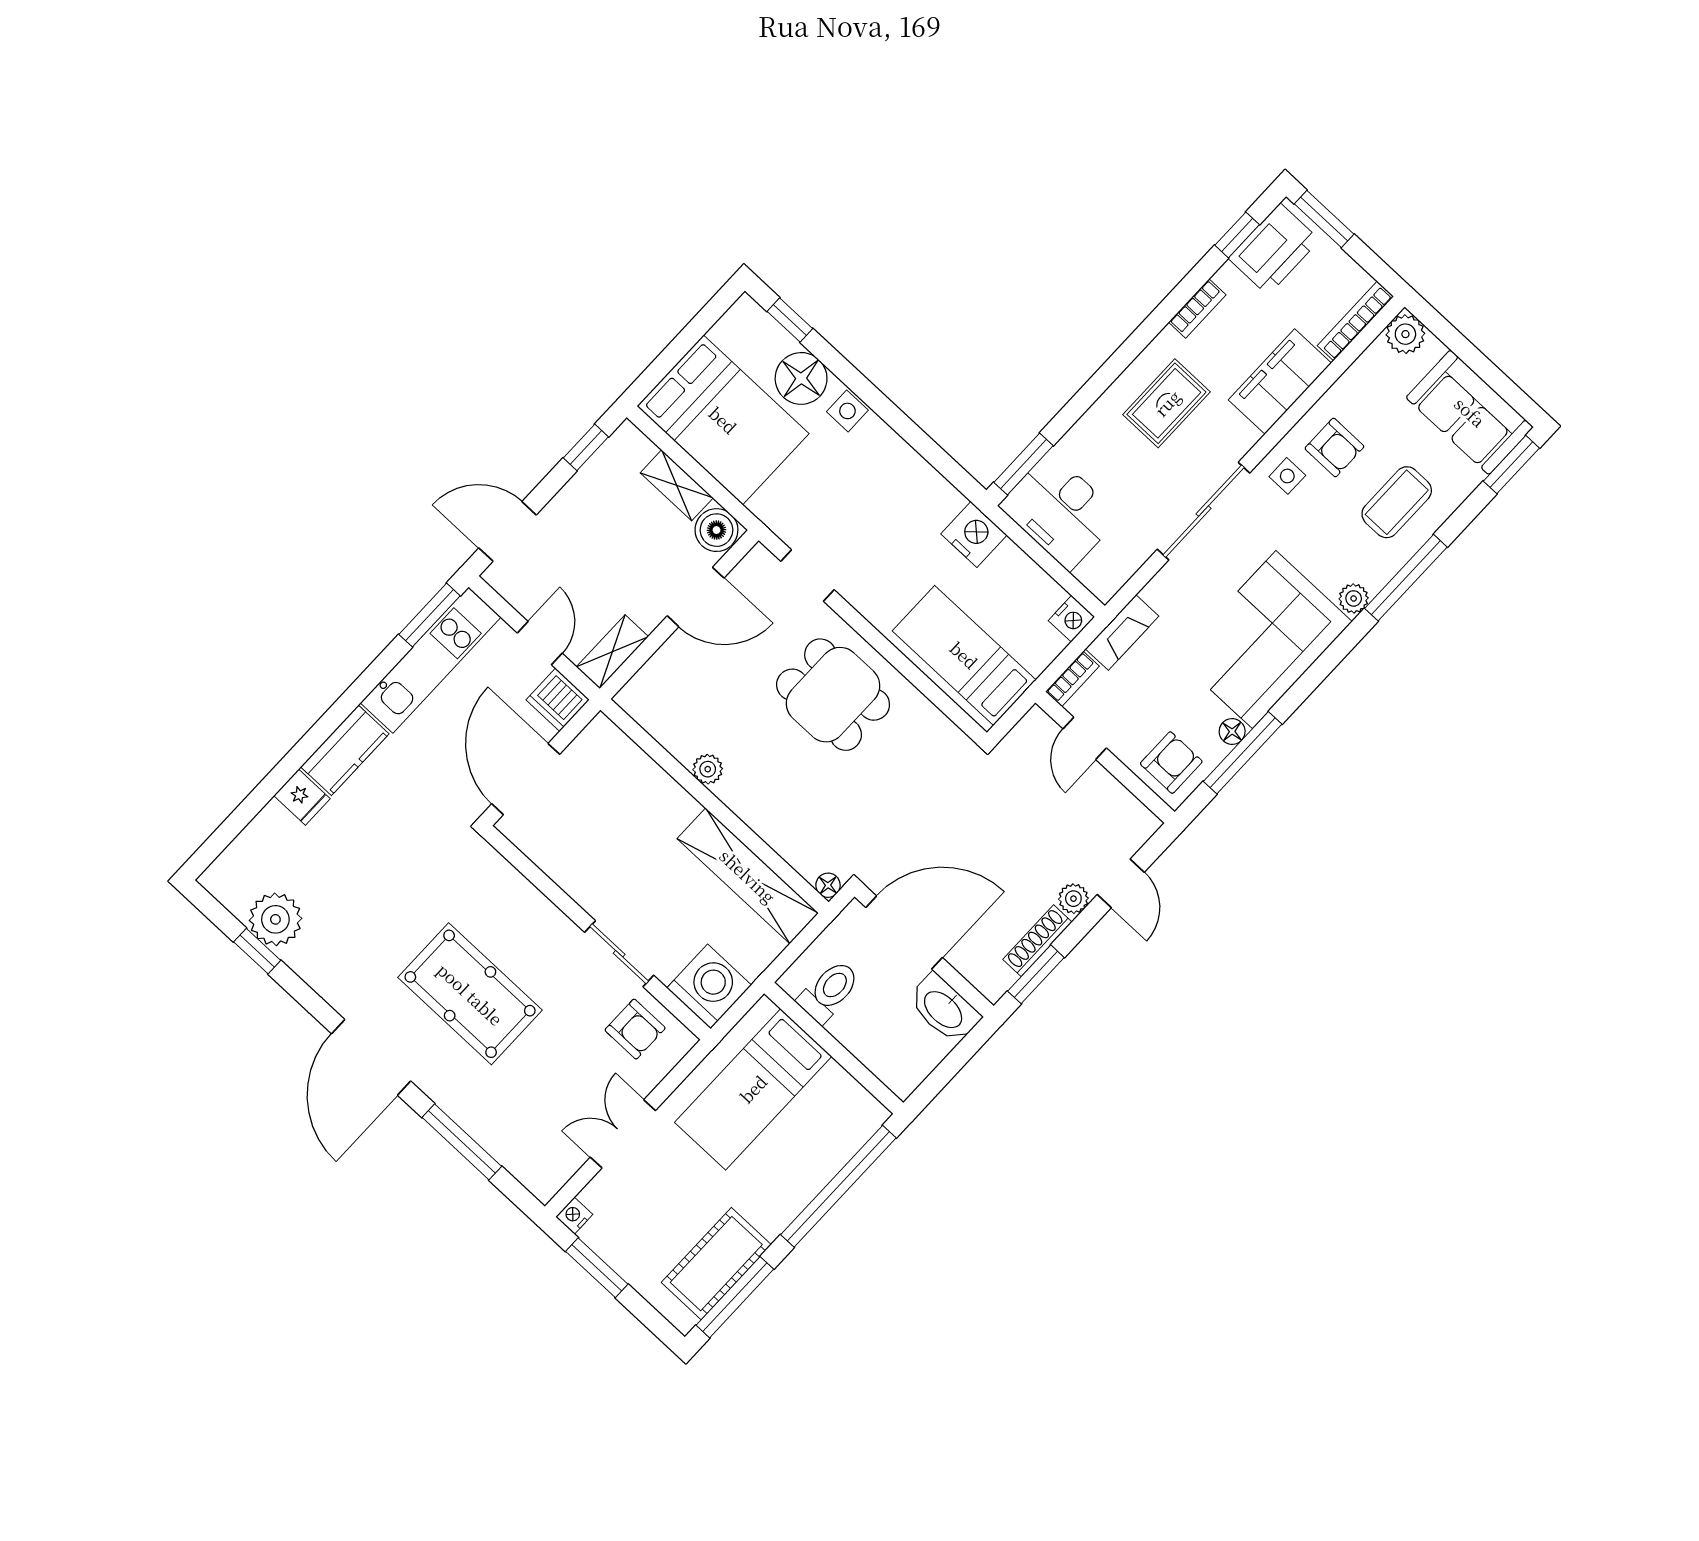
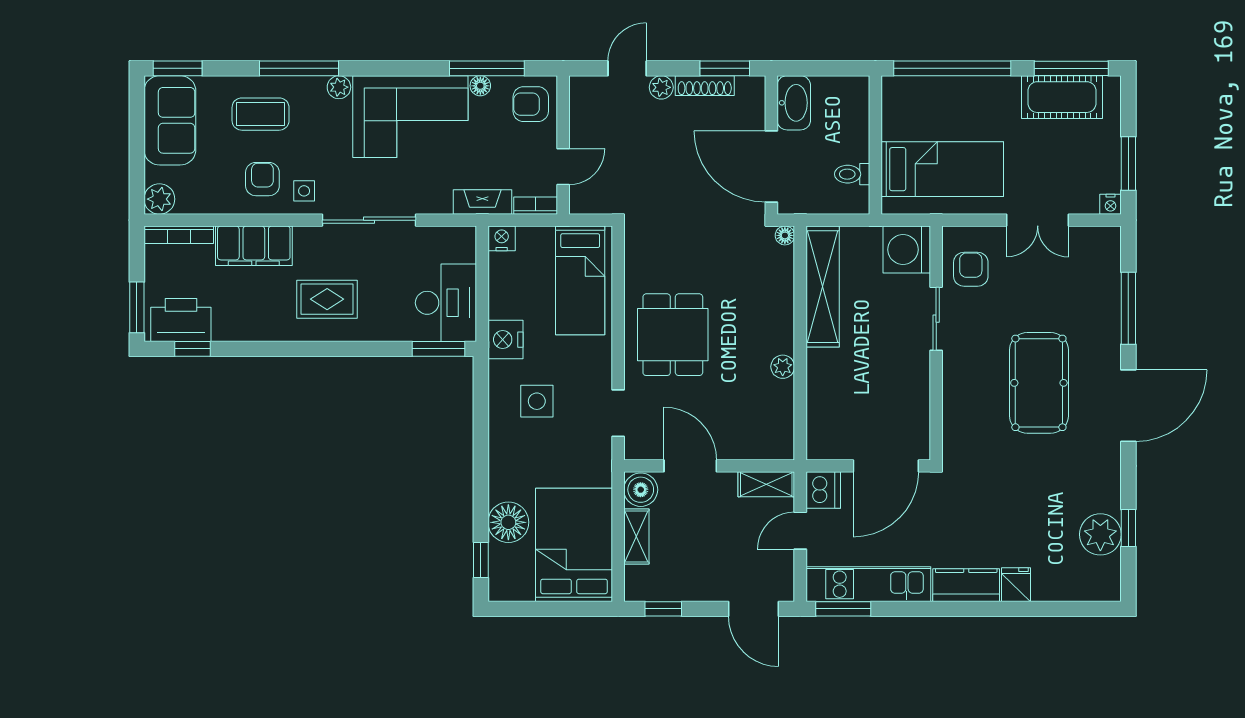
bookcase: (1197, 309) -> (256, 332), removed
side table: (847, 411) -> (537, 401), moved, width x1.37, depth x1.37
toilet: (829, 991) -> (852, 174), width x0.73, depth x0.72

